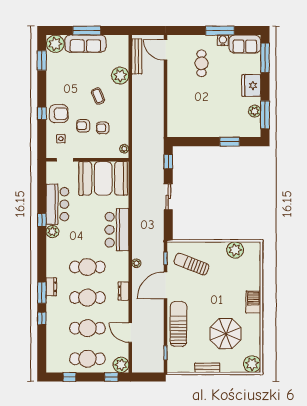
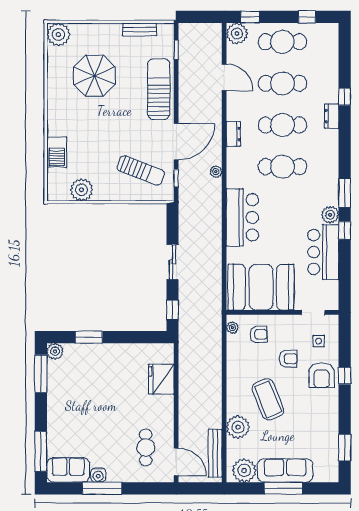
plant: (55, 44) -> (244, 470), moved
cafe table: (202, 63) -> (146, 447), moved
fridge: (251, 85) -> (161, 379), moved, turned 180
coffee table: (98, 96) -> (268, 399), width x1.86, depth x1.72
plant: (255, 111) -> (55, 351), moved
armchair: (59, 114) -> (322, 375), turned -90
armchair: (103, 128) -> (259, 334), moved
dresser: (51, 287) -> (332, 116), moved
window: (42, 293) -> (345, 193), moved
barbecue: (253, 302) -> (57, 152), moved
sun lounger: (178, 324) -> (159, 89), turned 180
bench: (207, 368) -> (139, 29), moved

